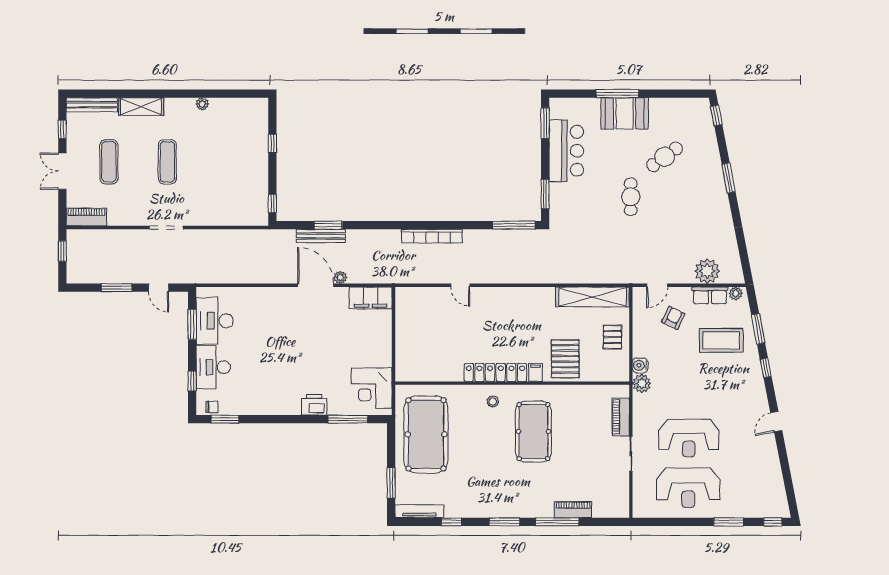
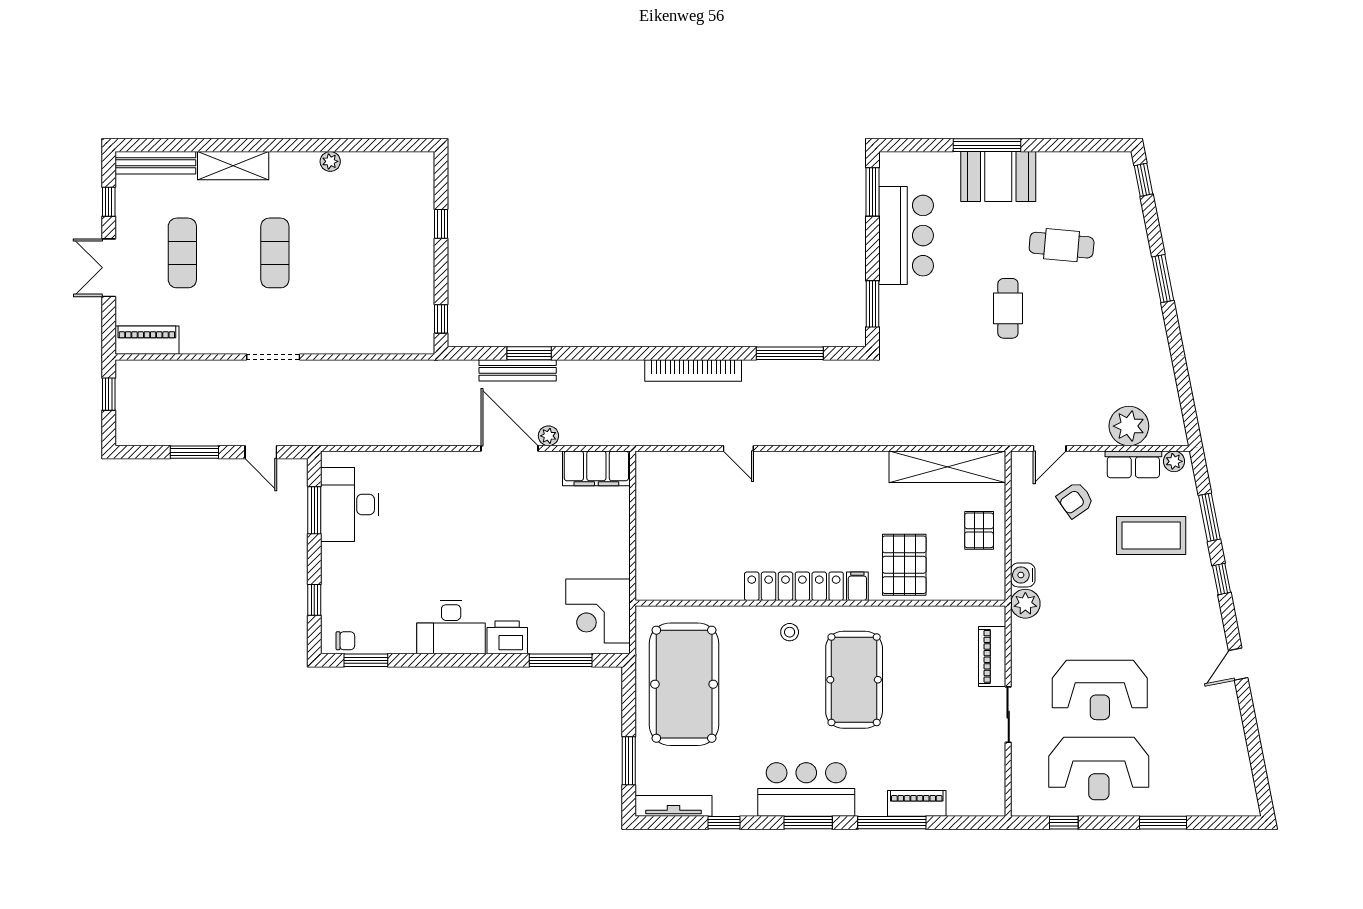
cafe table: (665, 157) -> (1062, 245), turned 41
window: (514, 225) -> (790, 353), moved
armchair: (673, 318) -> (1075, 500), turned -151
desk: (213, 367) -> (451, 627), moved, turned -90
bar counter: (503, 501) -> (806, 789), added
window: (773, 522) -> (1064, 823), moved

